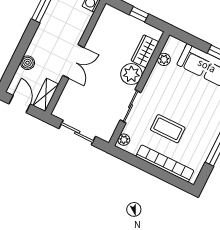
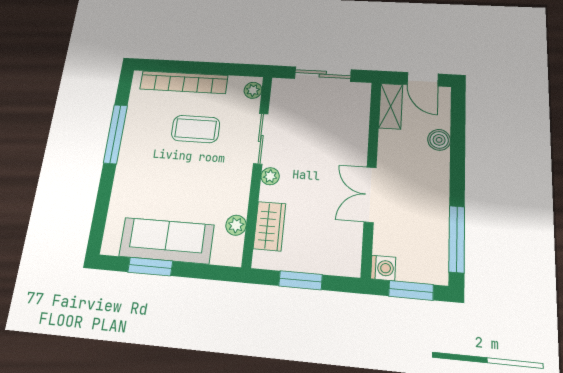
window: (139, 14) -> (301, 280), width x1.50
double door: (73, 61) -> (370, 195), moved
plant: (131, 74) -> (270, 176), width x0.53, depth x0.53

